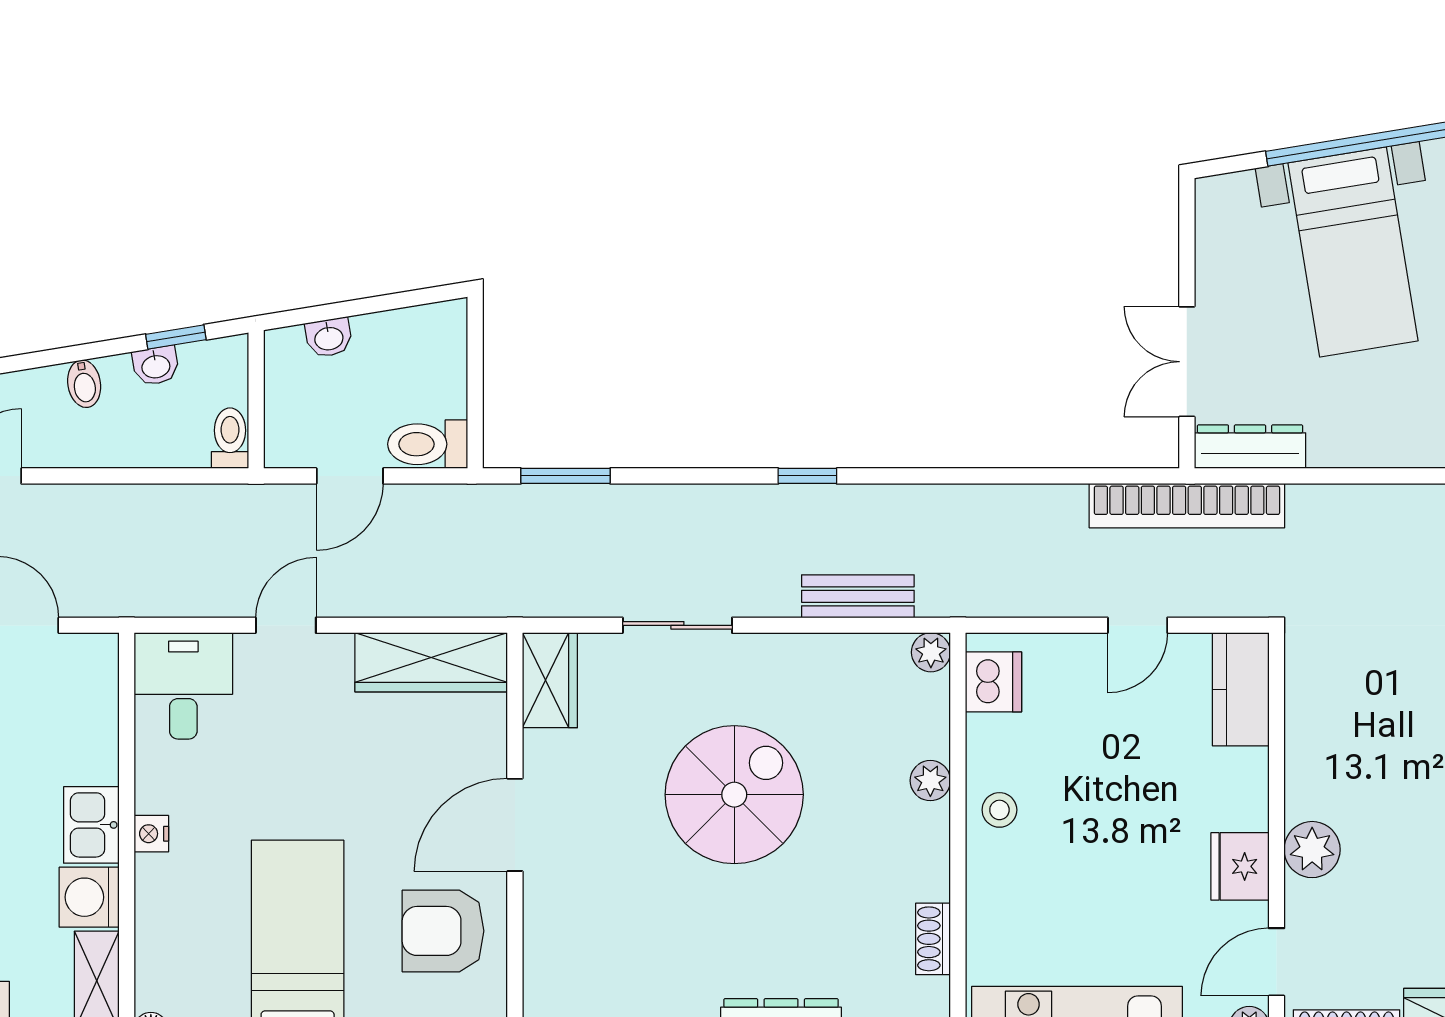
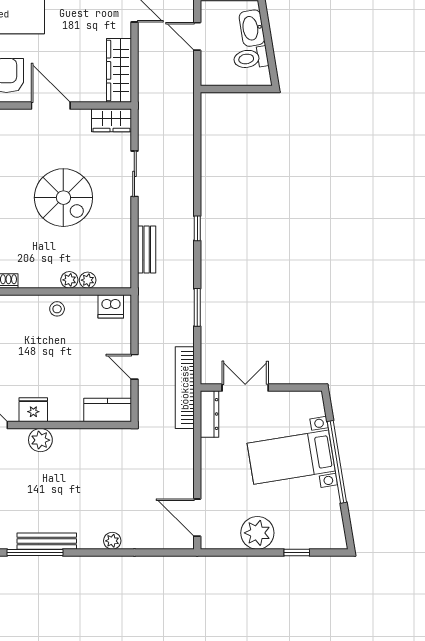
washbasin: (329, 338) -> (252, 28), width x1.91, depth x1.45
toilet: (428, 444) -> (251, 58), moved, turned -99
window: (566, 476) -> (197, 307), moved
plant: (931, 652) -> (88, 280), moved

